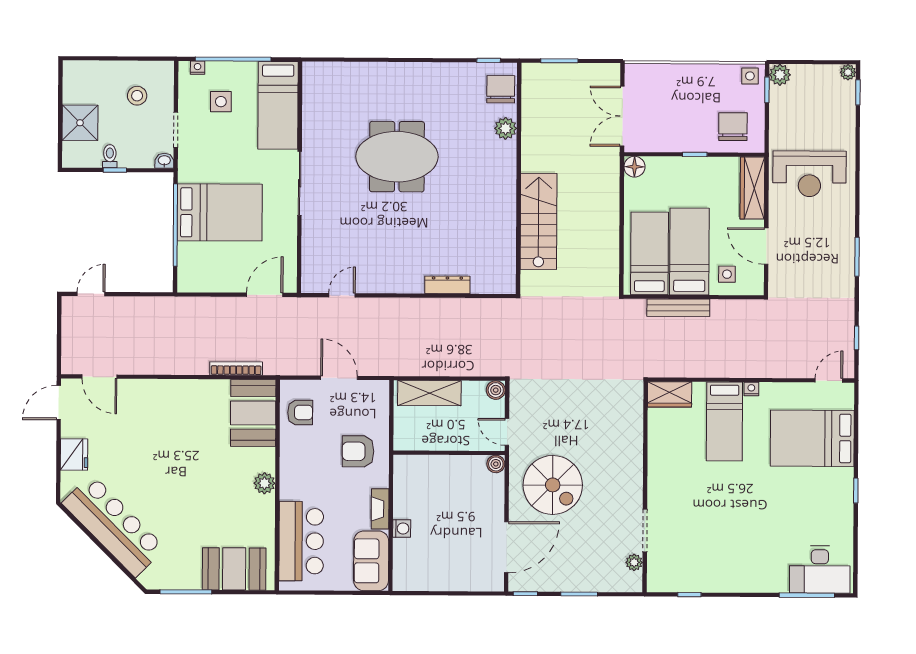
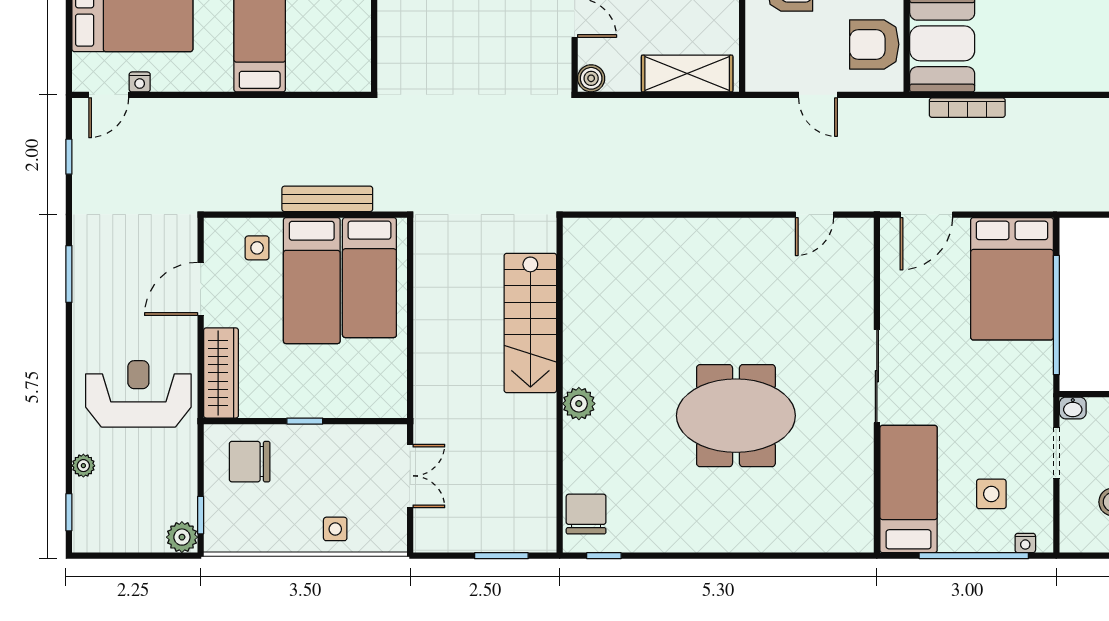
plant: (848, 72) -> (83, 466), moved
side table: (750, 76) -> (335, 529), moved
chair: (501, 89) -> (586, 514), turned 180
double door: (622, 116) -> (410, 476), width x0.73
chair: (733, 127) -> (250, 462), turned 90
plant: (506, 128) -> (579, 404), moved
floor lamp: (634, 167) -> (392, 403), removed
bed: (220, 212) -> (1012, 279), moved, turned -90
door: (766, 246) -> (201, 289), swing flipped
dresser: (447, 285) -> (662, 230), removed
door: (339, 378) -> (818, 95), width x0.73
nightstand: (751, 389) -> (140, 82), moved
wardrobe: (670, 394) -> (339, 73), removed
armchair: (300, 412) -> (874, 44), width x1.38, depth x1.38

